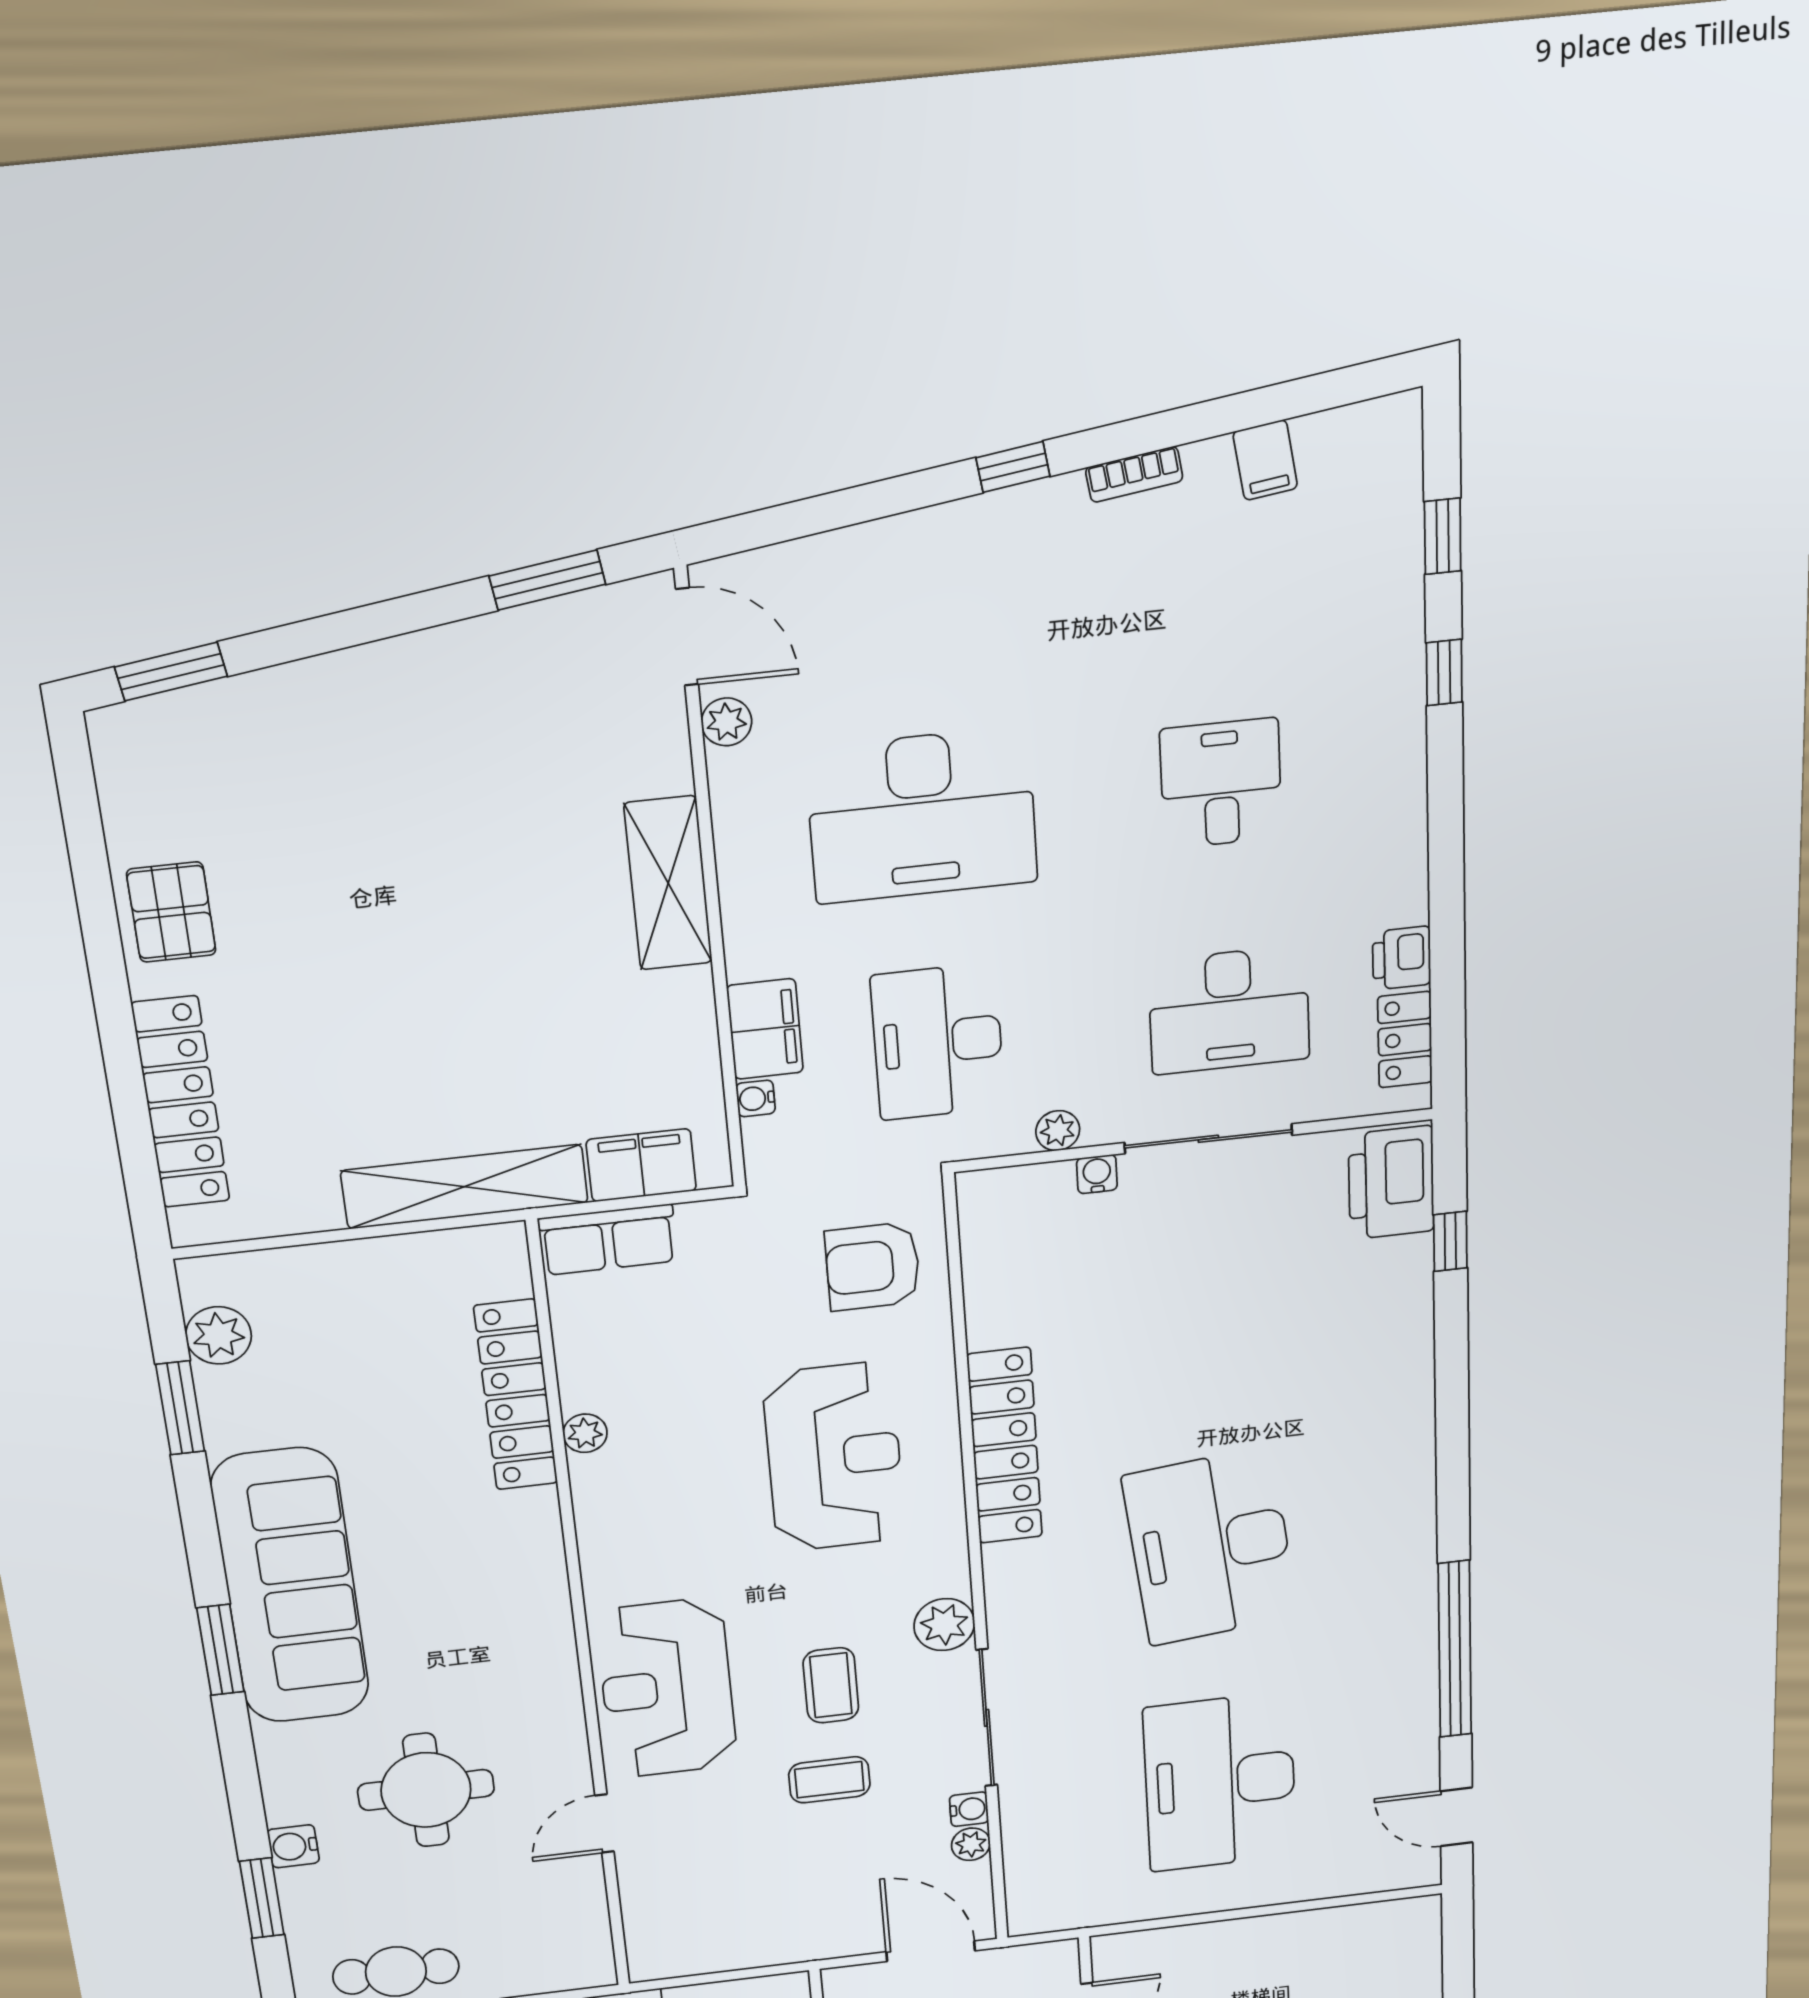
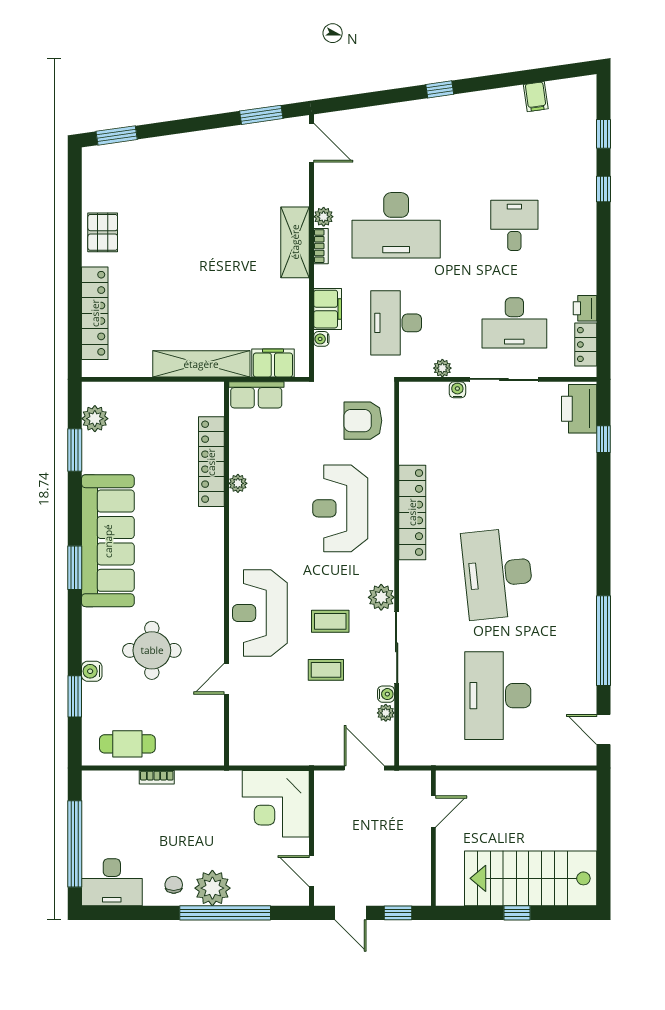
bookcase: (1134, 474) -> (321, 246), moved, turned -82
plant: (726, 722) -> (324, 217), moved
reception desk: (834, 1457) -> (340, 508), turned 180
coffee table: (831, 1685) -> (330, 621), turned 90

